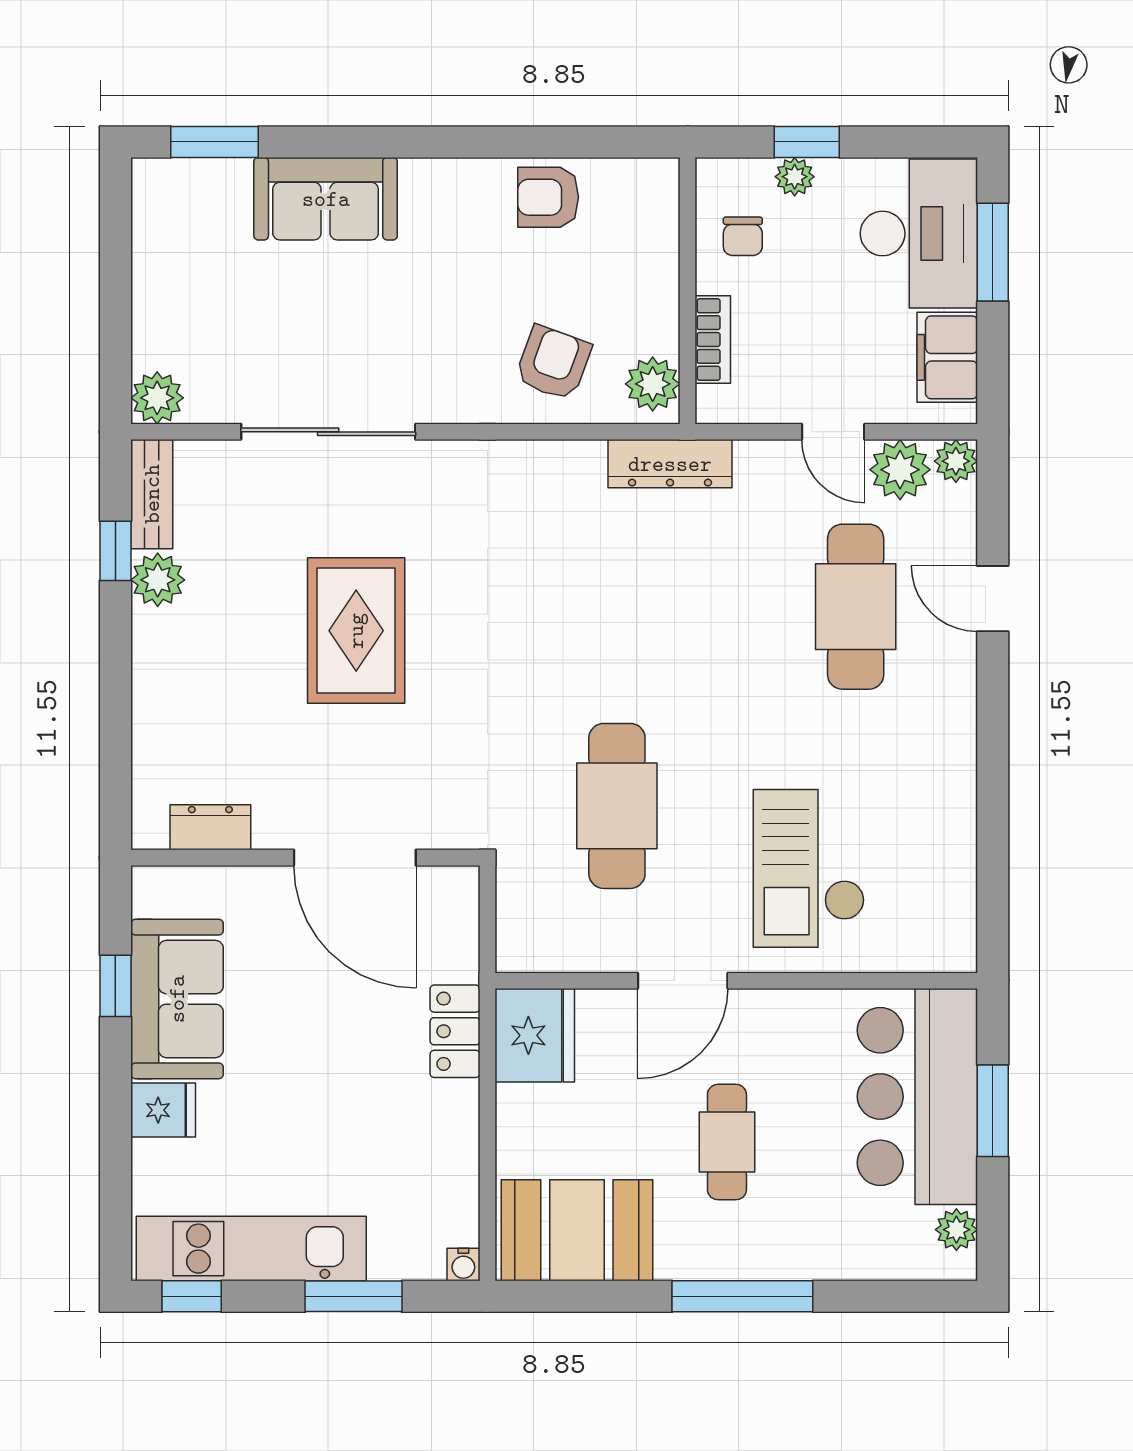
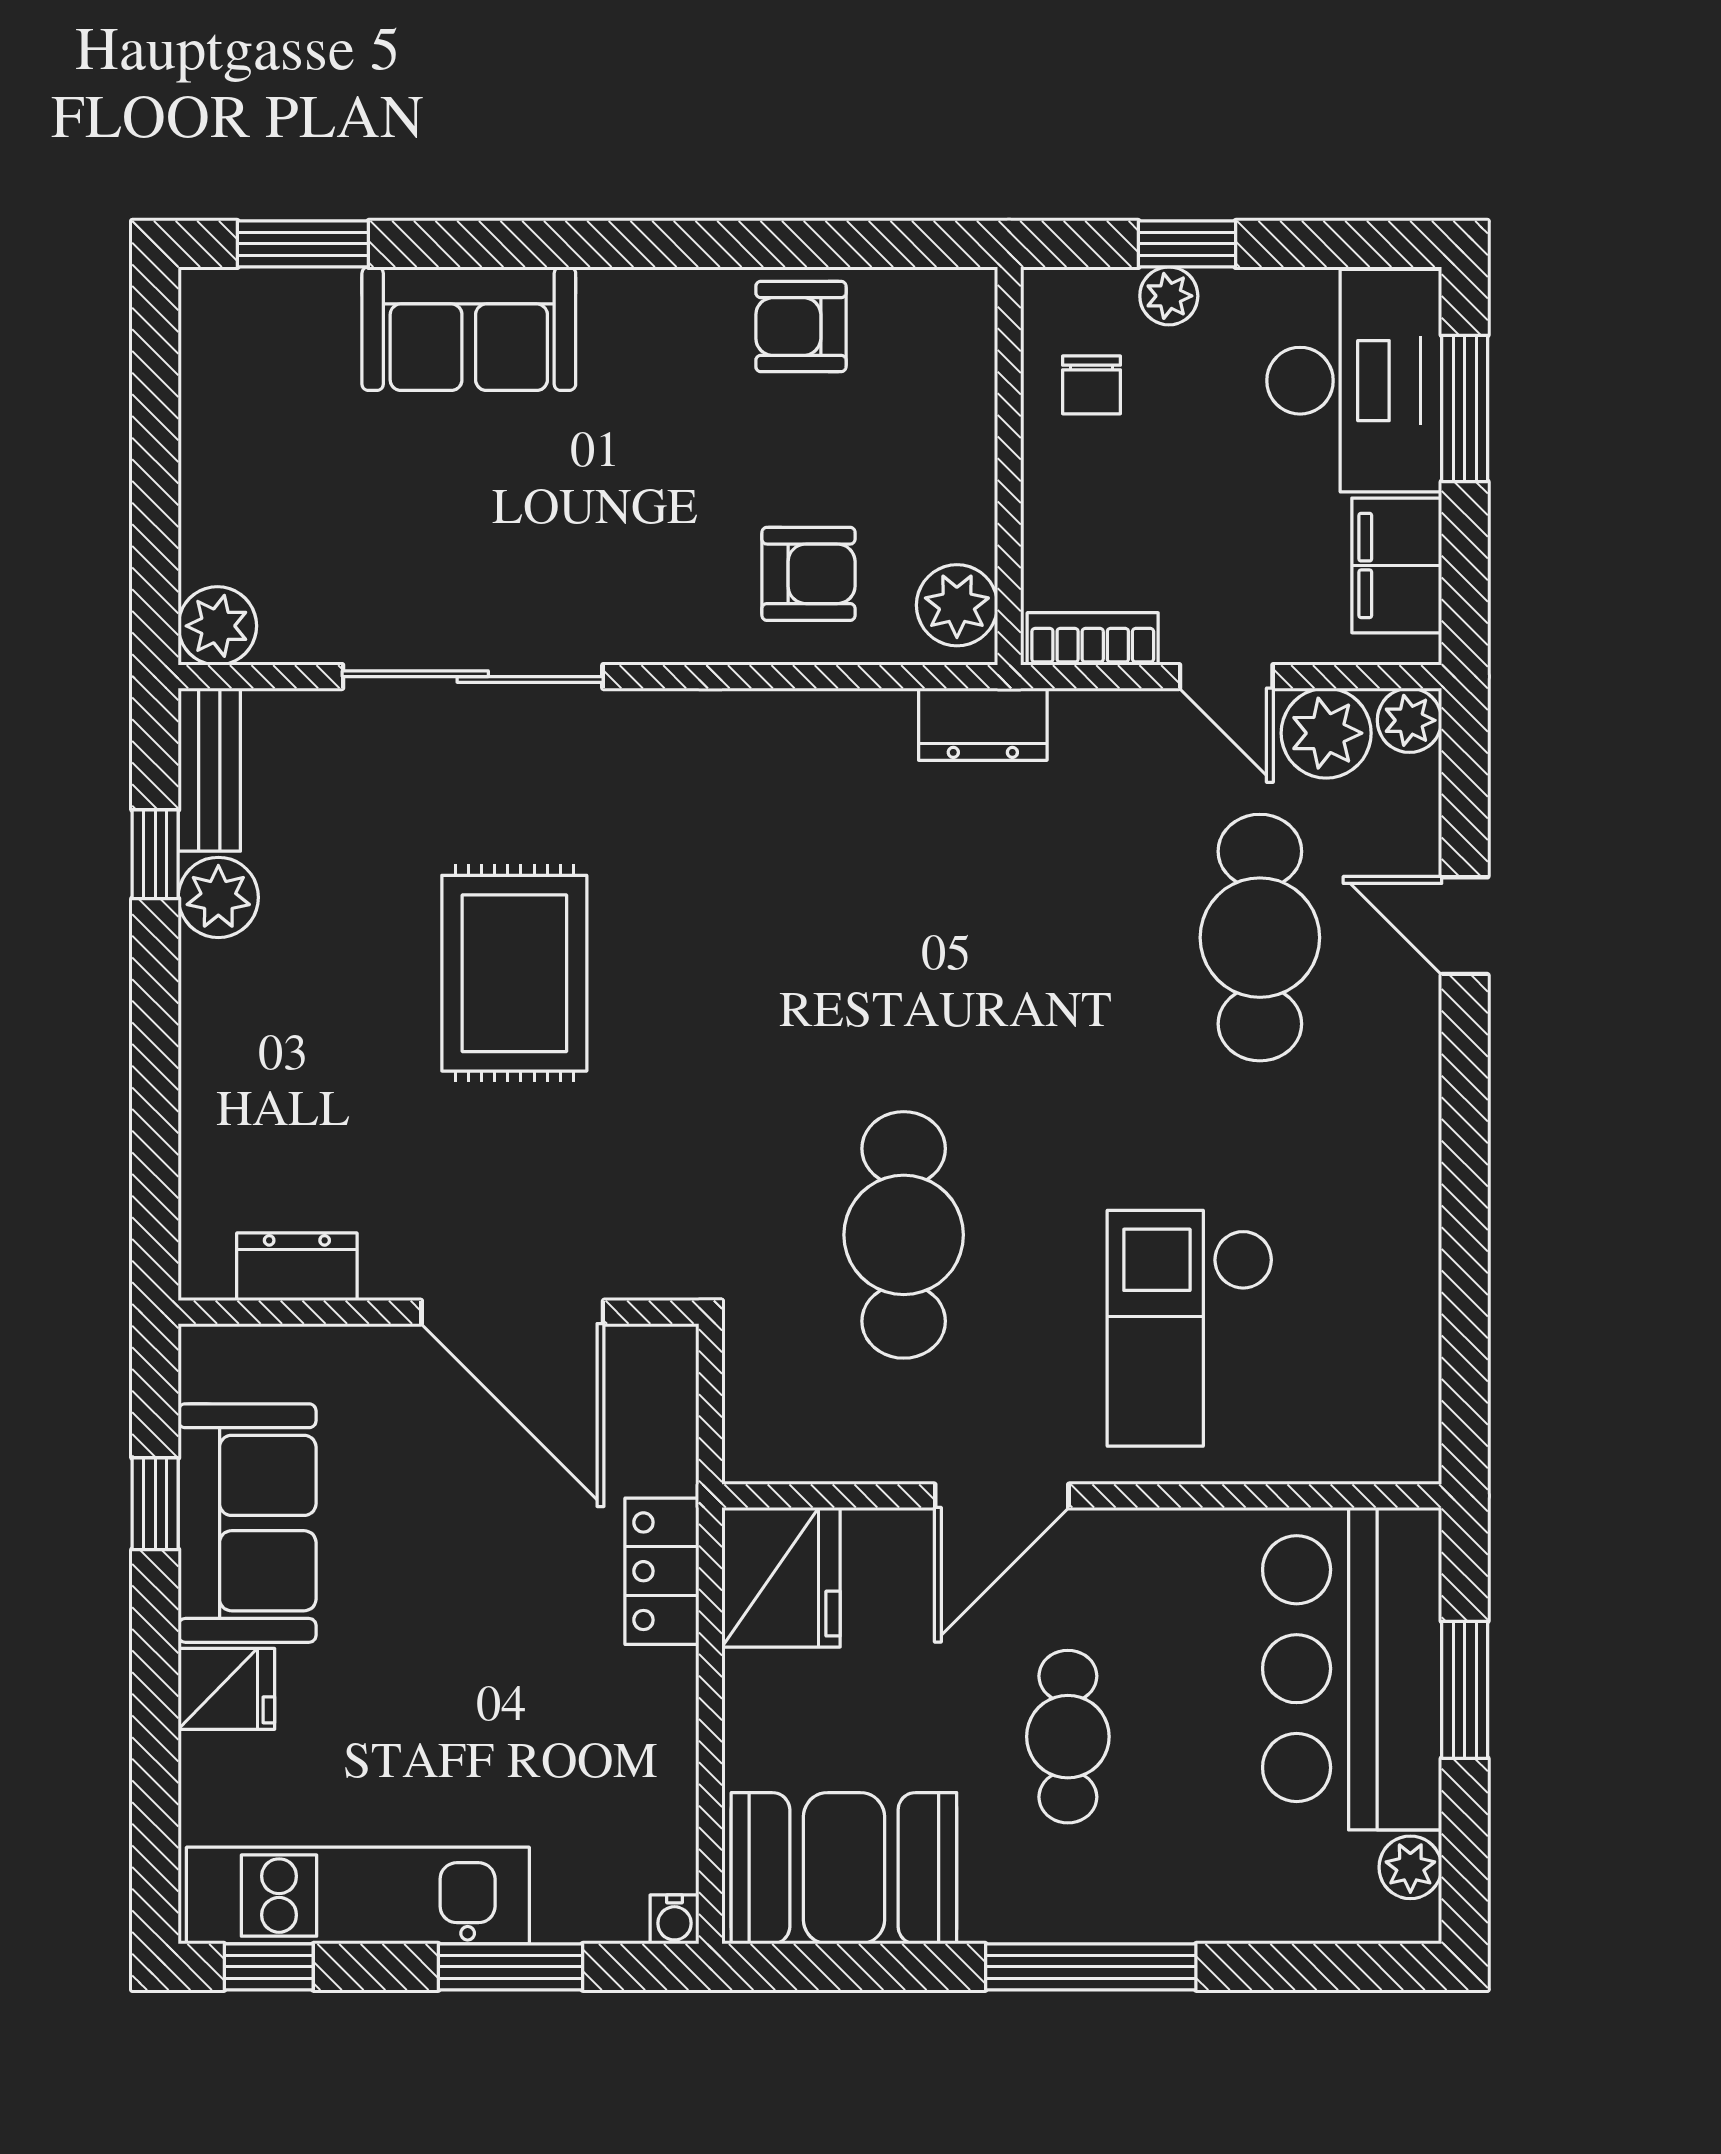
bookcase: (713, 340) -> (1093, 639), moved, turned -90
armchair: (553, 363) -> (809, 574), turned 70
dresser: (670, 464) -> (983, 724), width x0.70

